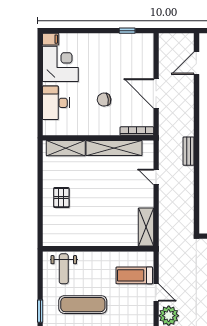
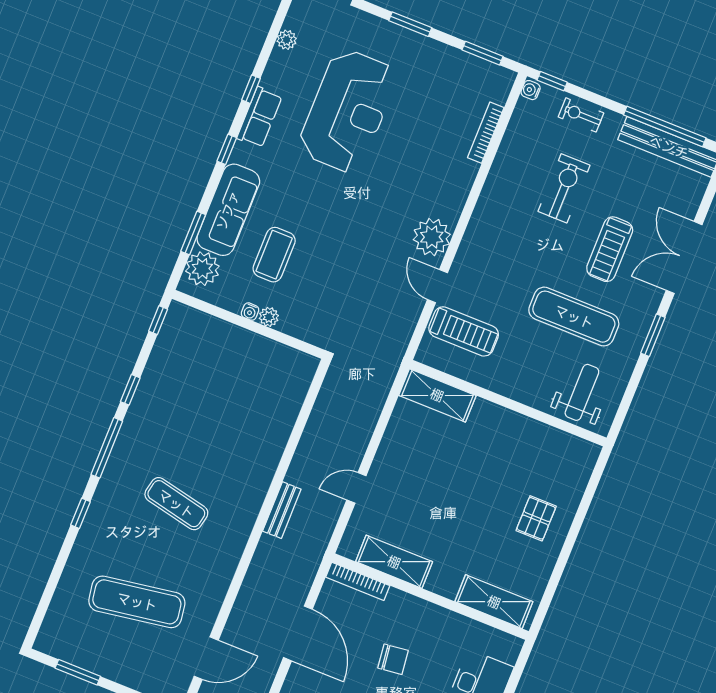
shelving: (114, 148) -> (394, 562), width x0.68
door: (156, 177) -> (356, 488), swing flipped
shelving: (146, 227) -> (437, 395), moved, turned 90

